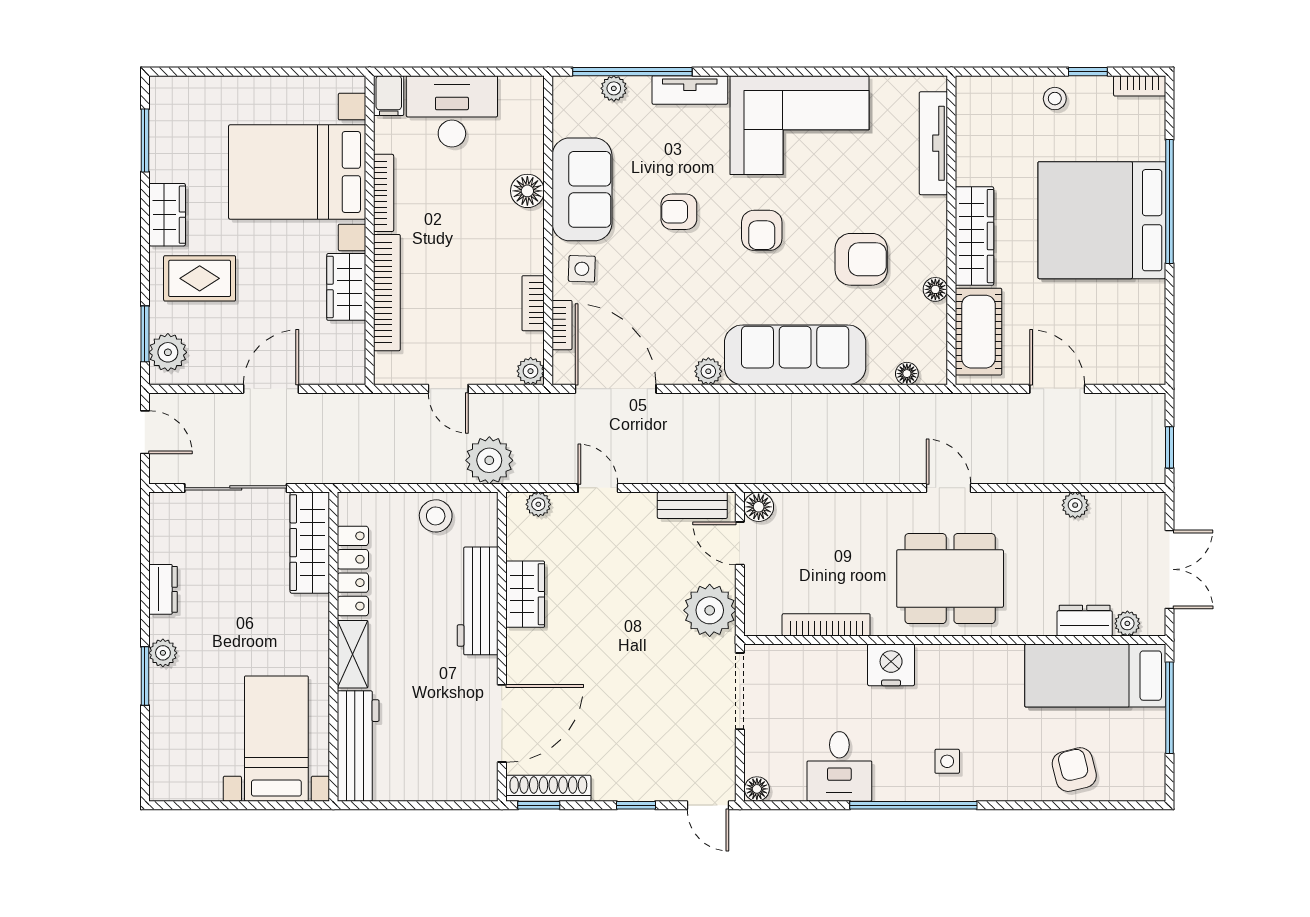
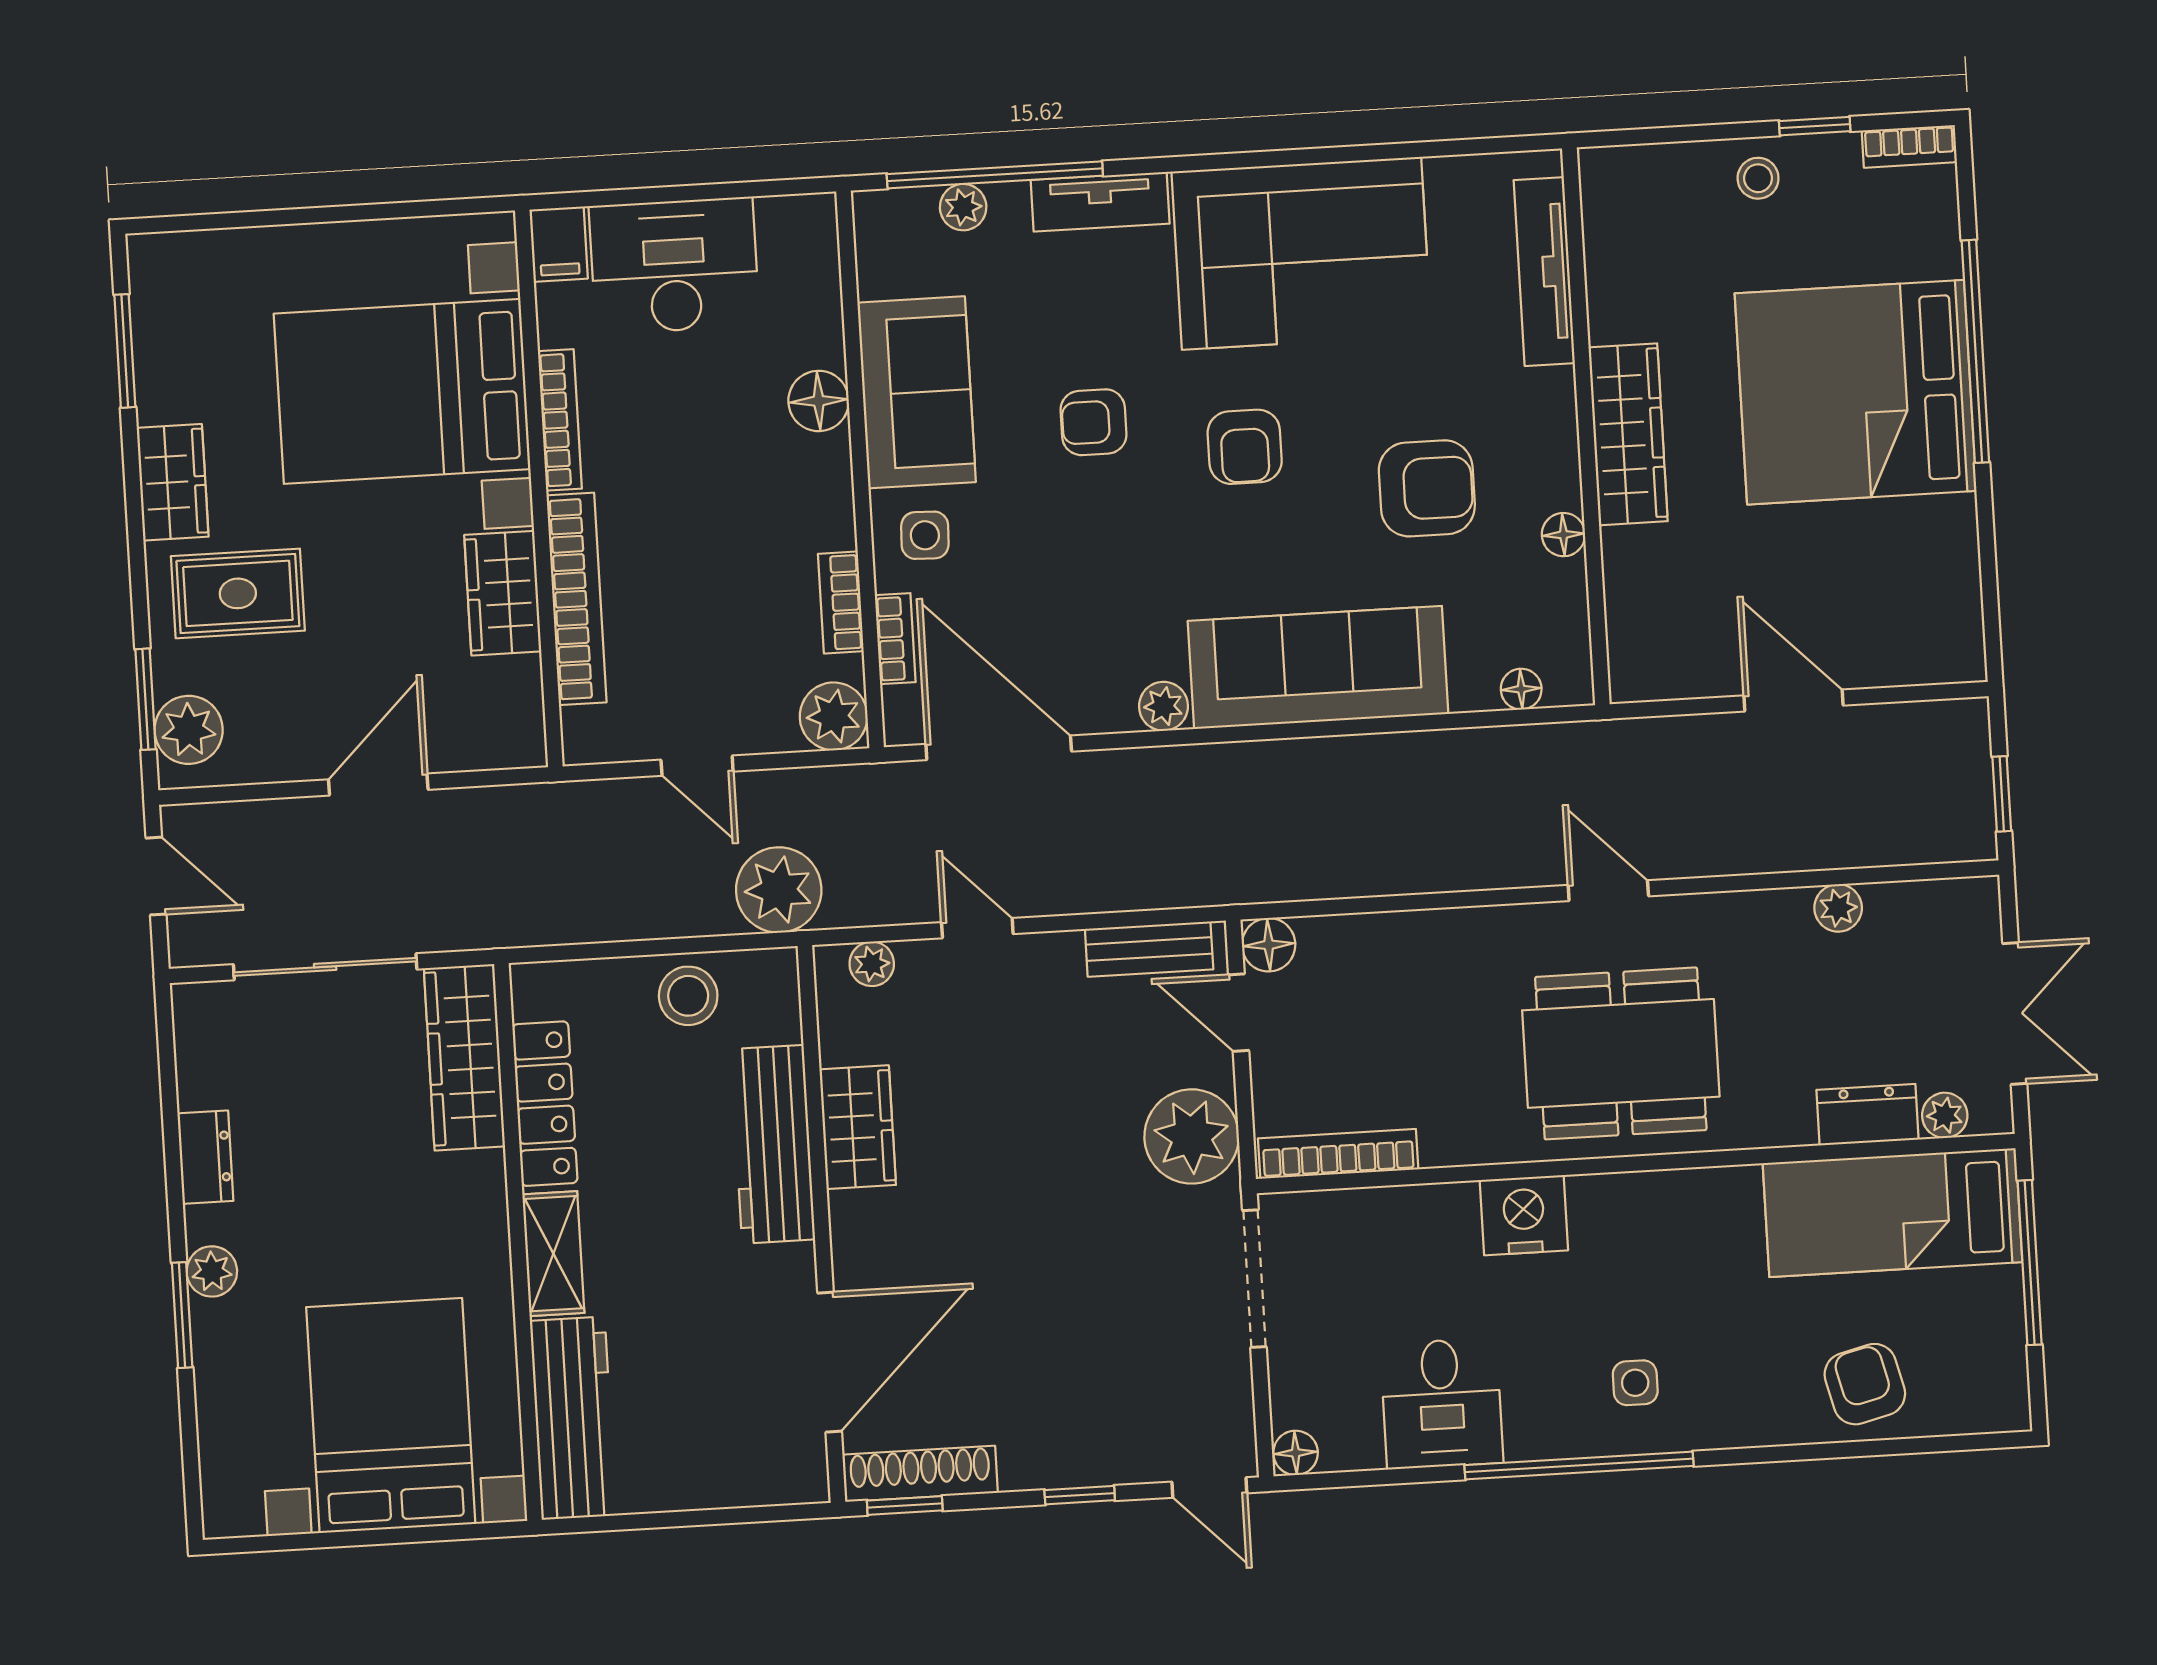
cot: (978, 332) -> (1646, 606), removed
plant: (531, 371) -> (834, 716), width x1.38, depth x1.38
bookcase: (826, 625) -> (1338, 1154), moved
bed with nightstands: (276, 739) -> (391, 1416), width x1.36

